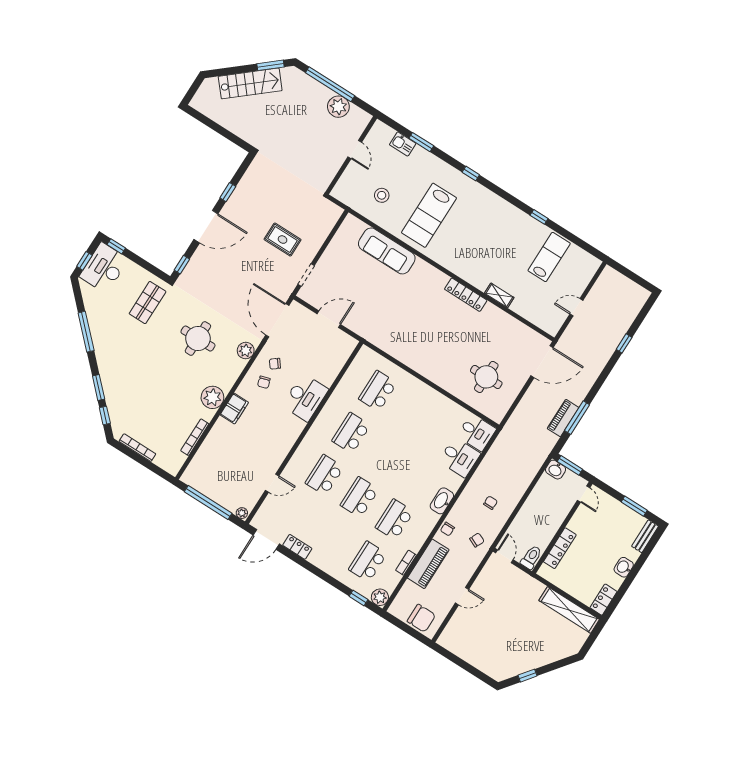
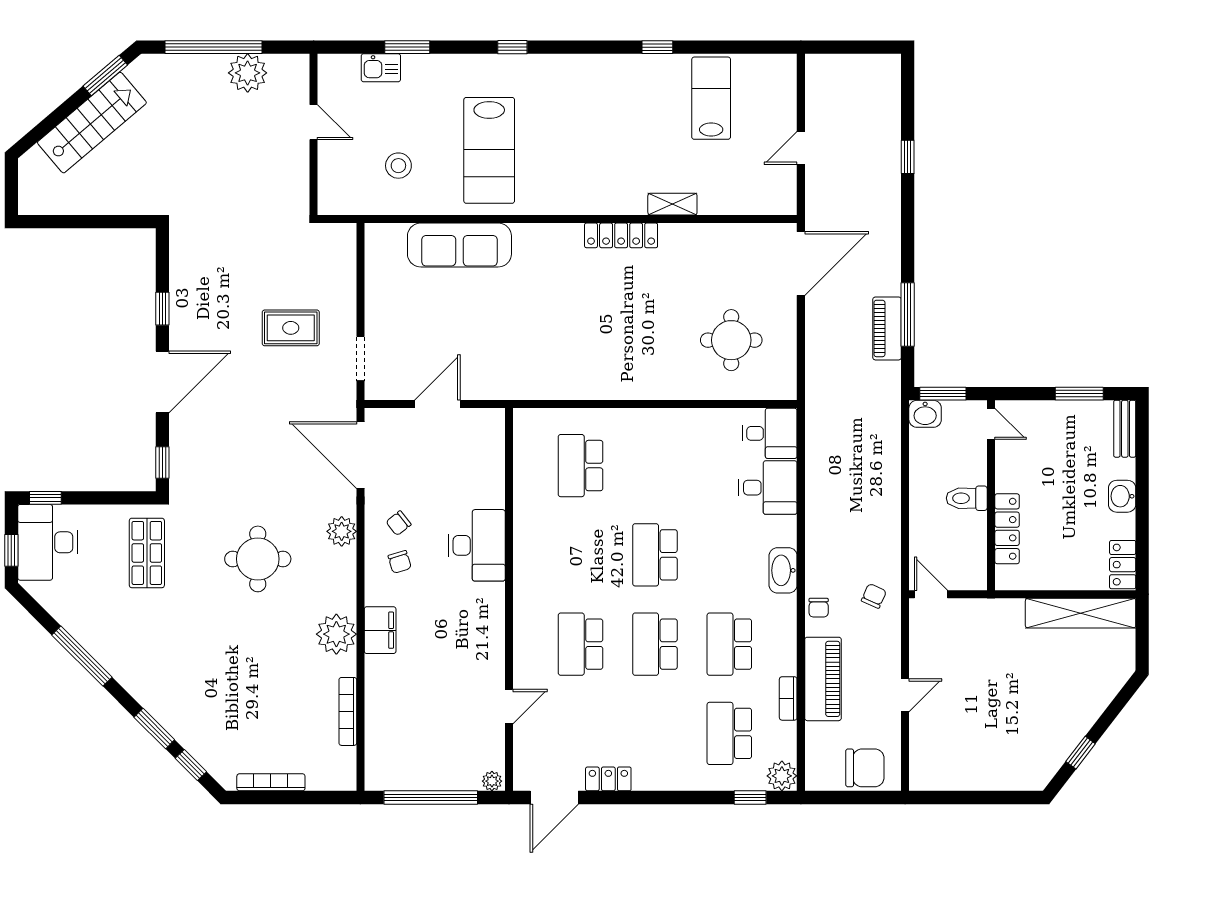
school desk: (351, 433) -> (655, 555), moved
chair: (490, 503) -> (858, 527), removed
toilet: (531, 557) -> (967, 498), moved, turned -90

